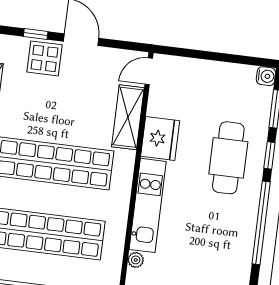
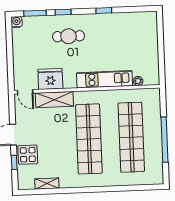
fridge: (160, 138) -> (50, 79), moved
cafe table: (228, 158) -> (69, 36), width x0.73, depth x0.74
window: (261, 223) -> (104, 10), width x0.32

